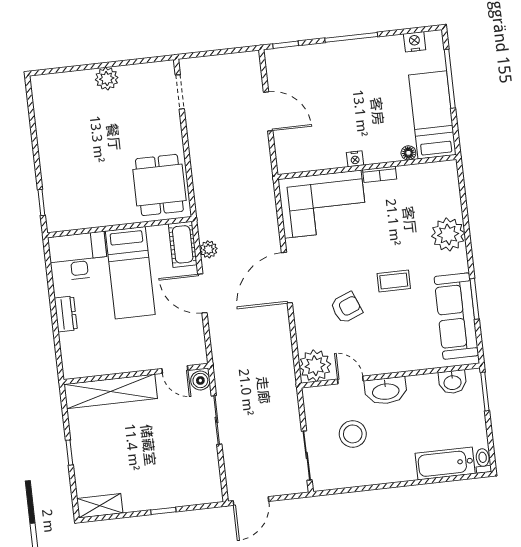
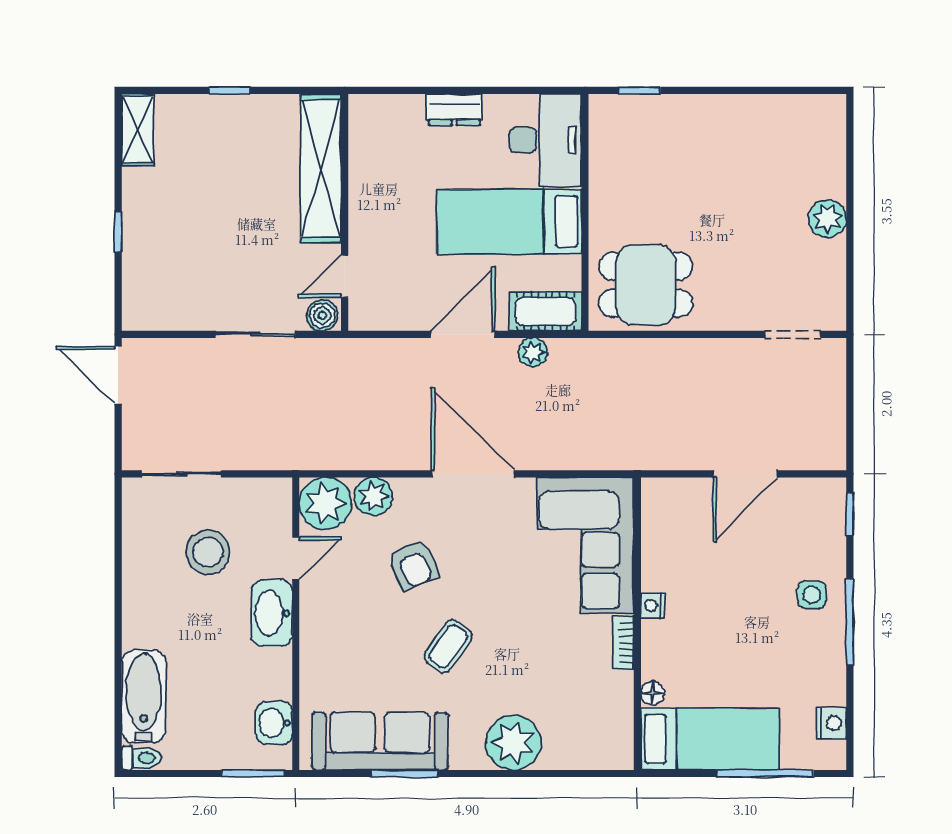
side table: (337, 62) -> (812, 595), added
coffee table: (394, 281) -> (448, 646), turned 36
plant: (307, 337) -> (373, 496), added

